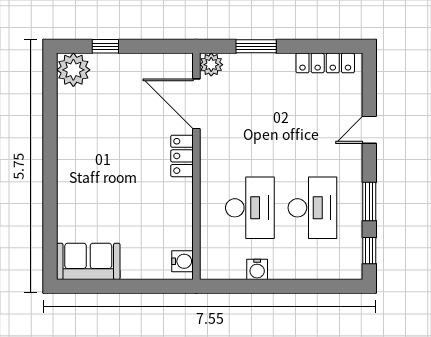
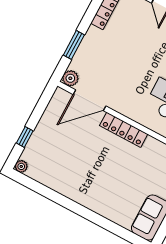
plant: (73, 70) -> (21, 166), width x0.53, depth x0.53
locker: (182, 156) -> (124, 130), width x1.53

